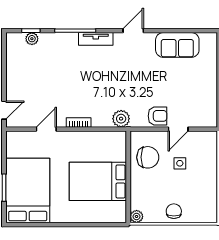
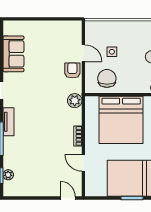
bed: (98, 181) -> (121, 120), width x1.36

